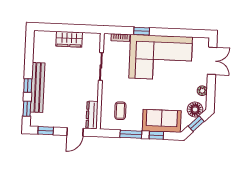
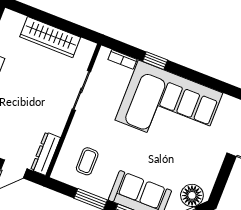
wardrobe: (69, 39) -> (50, 37), width x1.50
plant: (202, 91) -> (211, 173), removed

